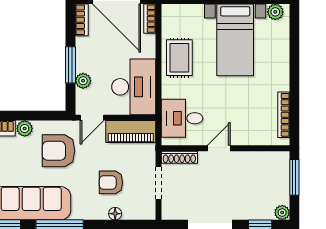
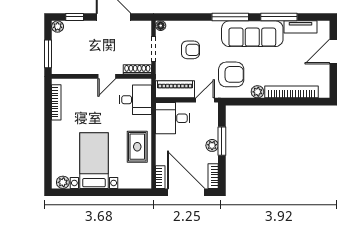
plant: (83, 81) -> (212, 145), moved
desk: (134, 87) -> (173, 118), width x0.73
floor lamp: (115, 214) -> (161, 26), moved

